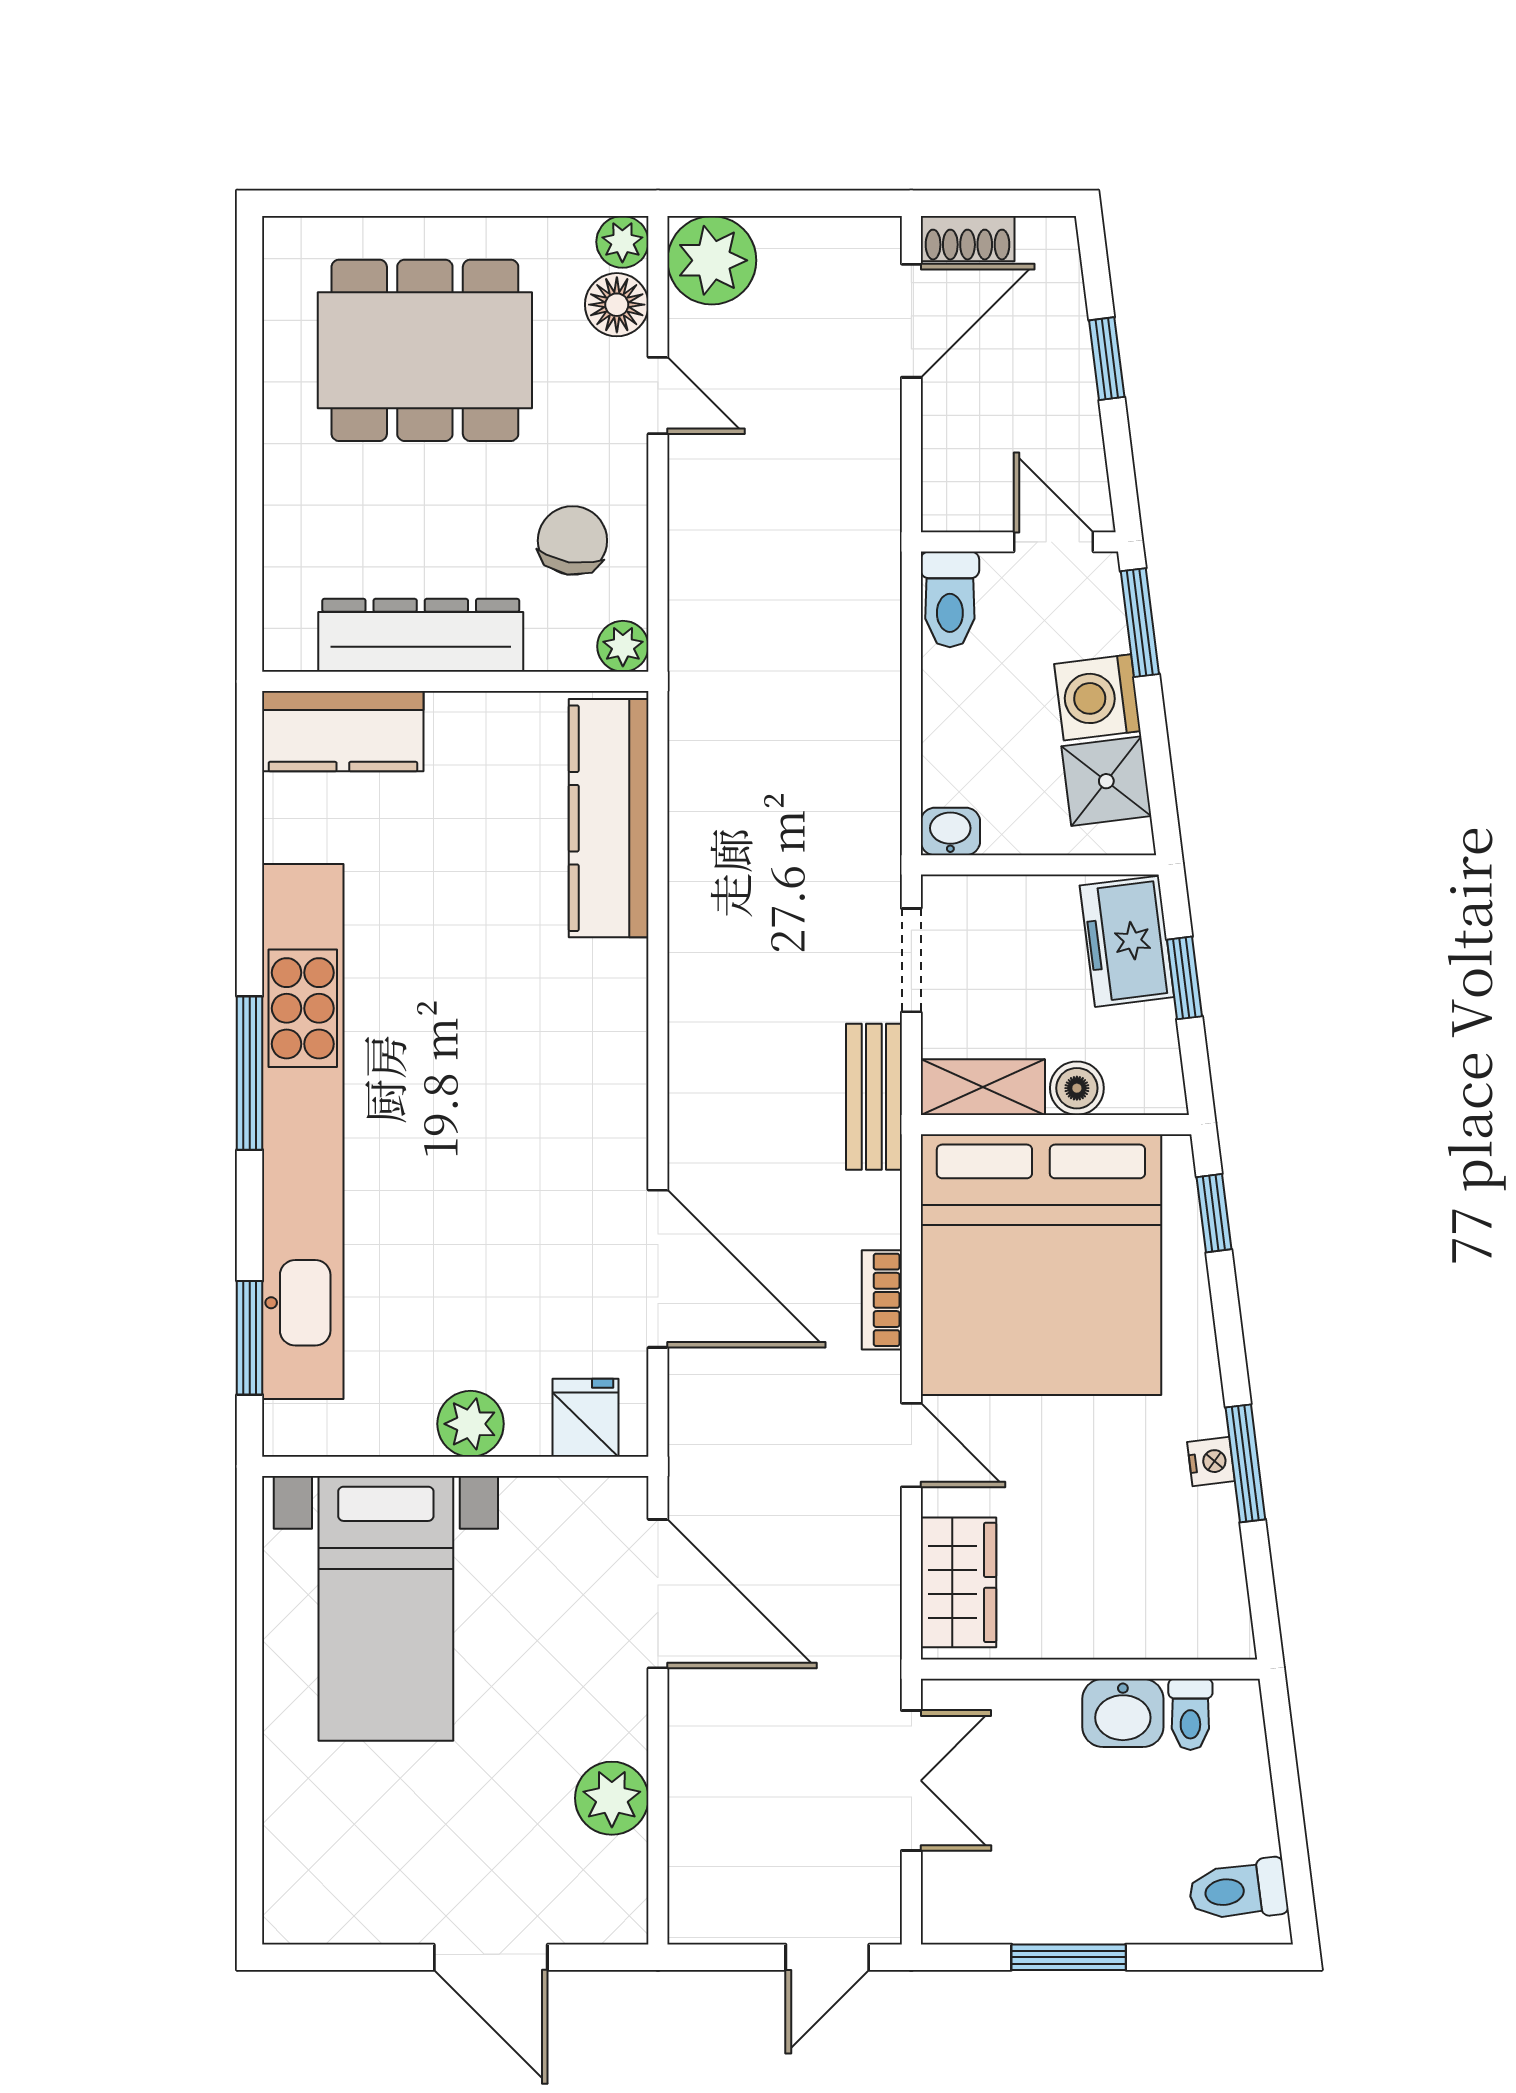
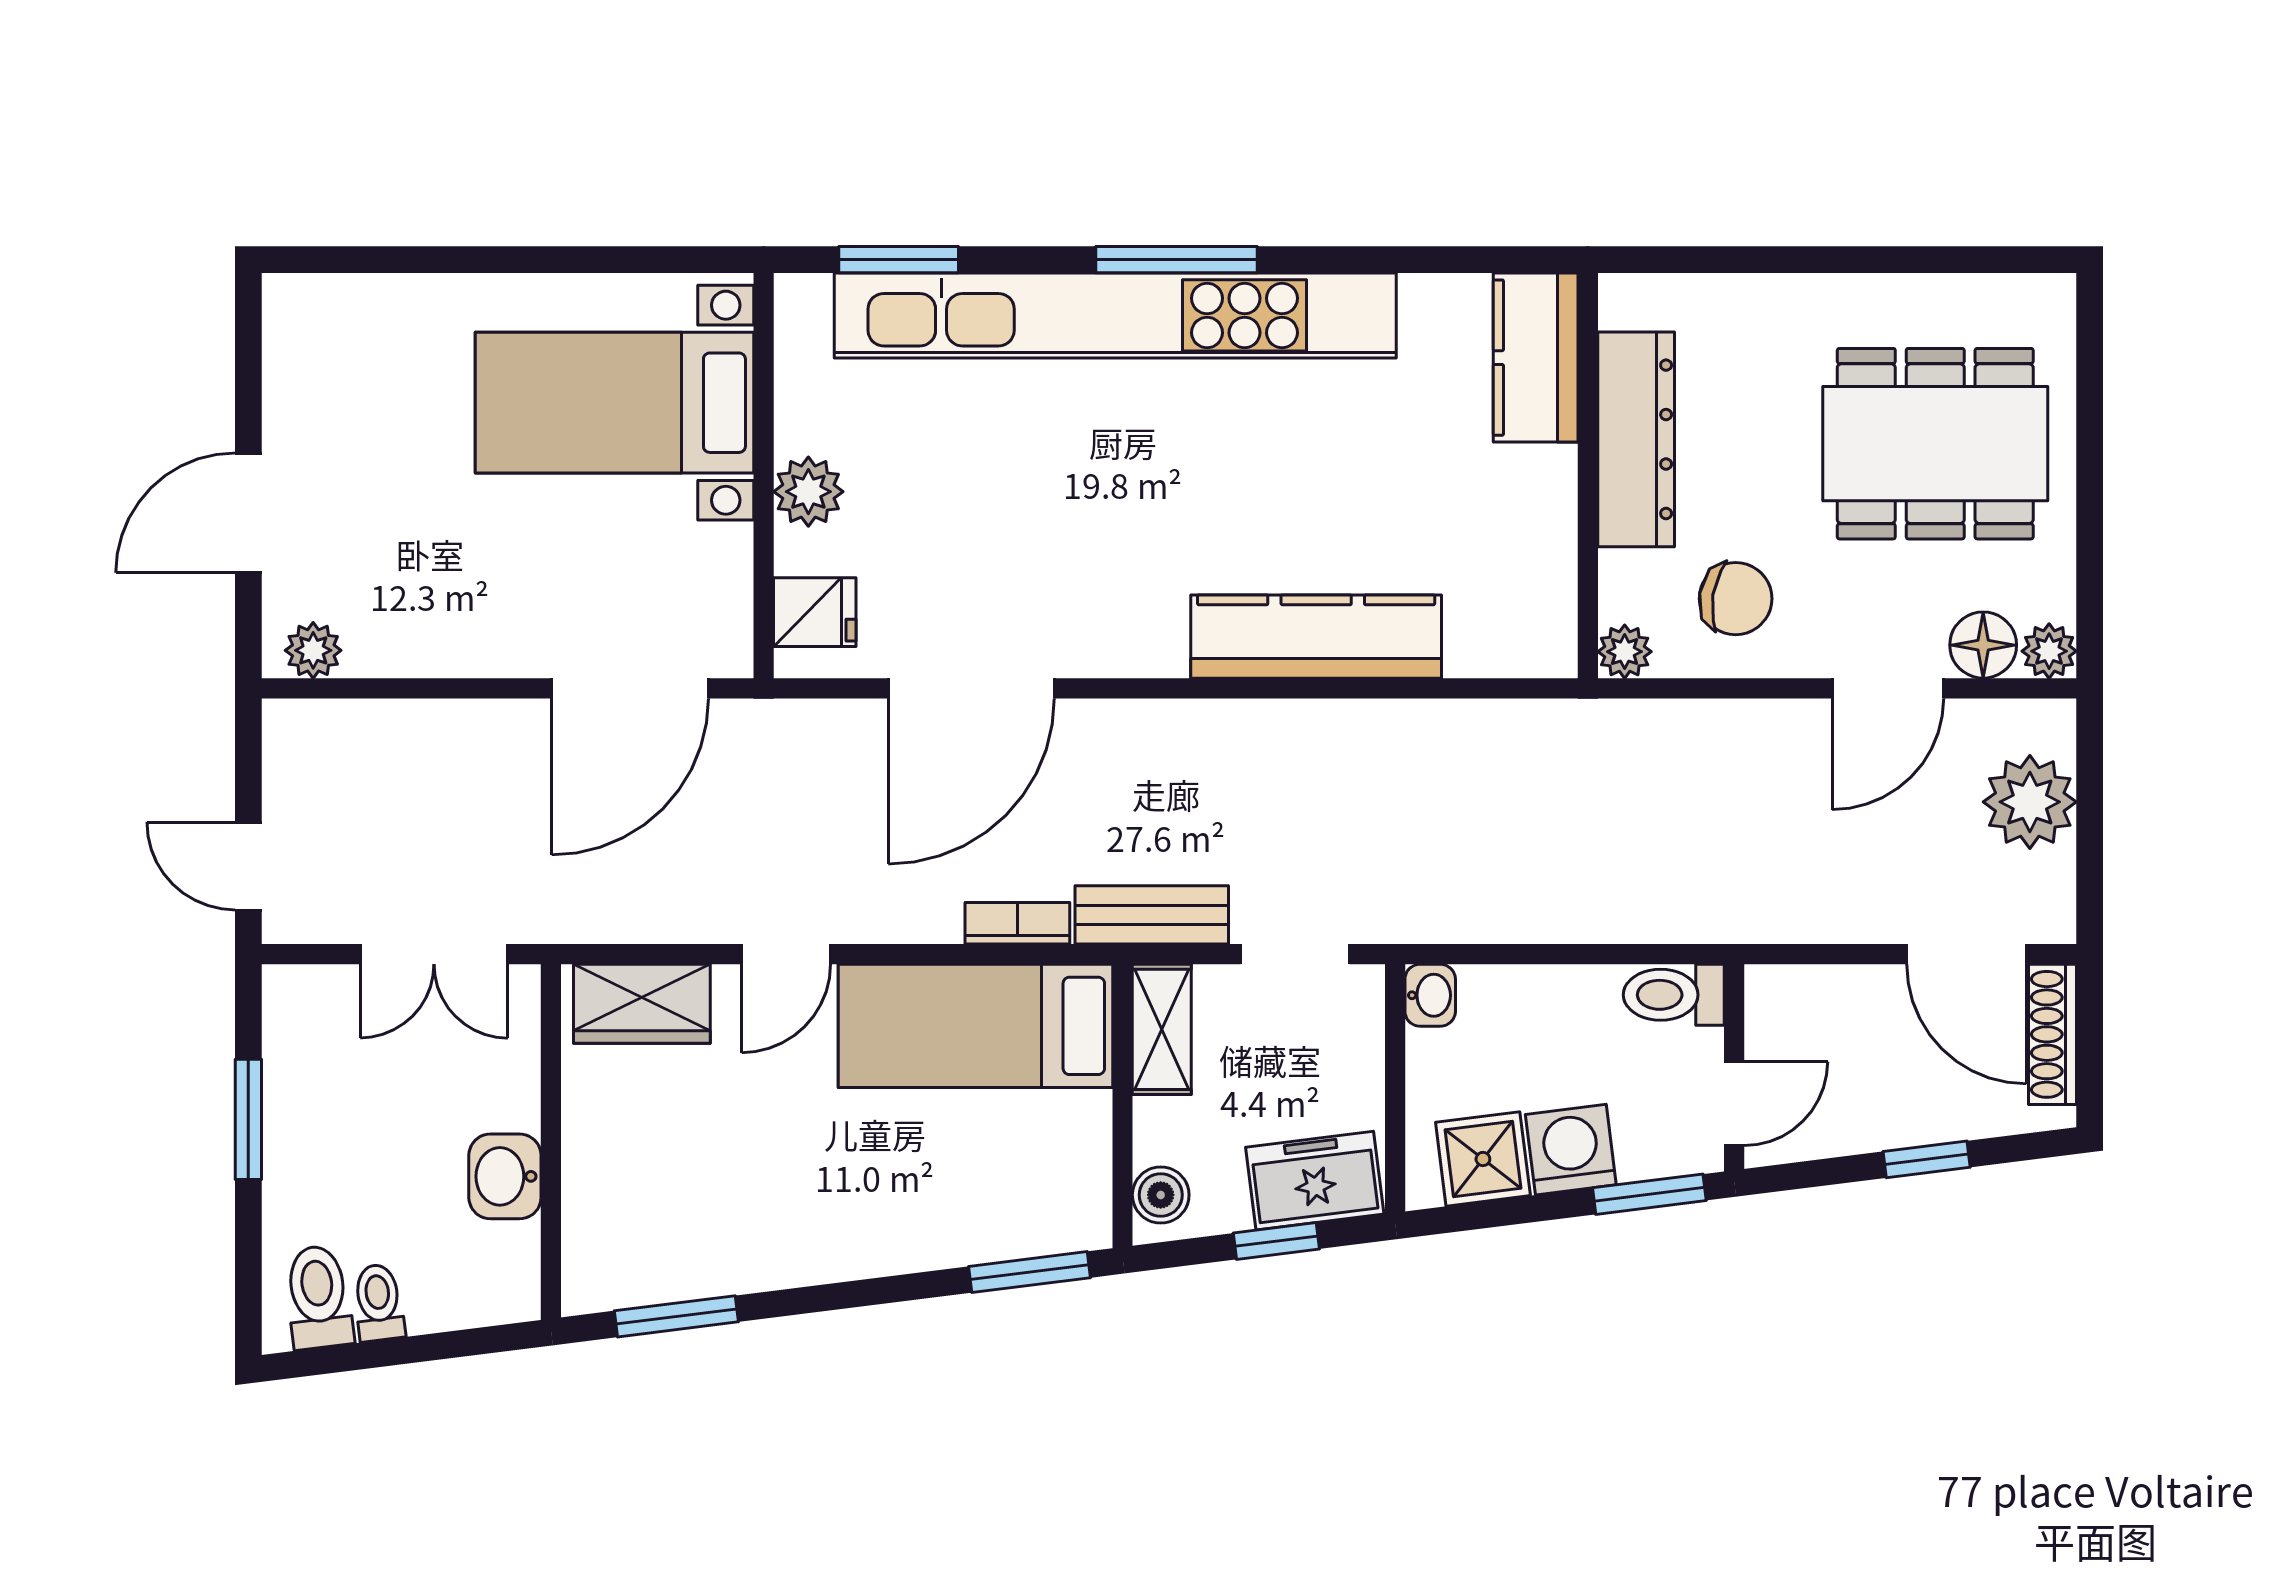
shoe rack: (968, 239) -> (2053, 1034), width x1.43
plant: (712, 260) -> (2030, 802), moved
dining table: (425, 350) -> (1935, 444), turned 90
door: (658, 395) -> (1888, 688), width x1.38
kitchen counter: (609, 818) -> (1316, 637), moved
boiler: (1077, 1088) -> (1161, 1195), moved
window: (1214, 1213) -> (1029, 1272), width x1.50
bed: (1041, 1265) -> (975, 1026), width x0.49
bookcase: (882, 1300) -> (1017, 923), moved
nightstand: (1211, 1461) -> (769, 1269), removed
window: (1245, 1463) -> (676, 1316), moved
toilet: (1190, 1714) -> (379, 1303), moved, turned 83
plant: (612, 1798) -> (313, 650), moved, width x0.73, depth x0.73

